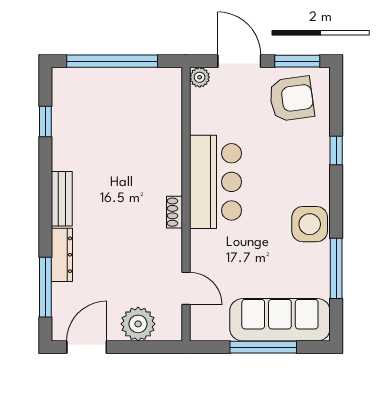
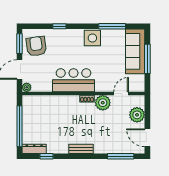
plant: (165, 247) -> (103, 103), added
dresser: (62, 255) -> (34, 149), moved

